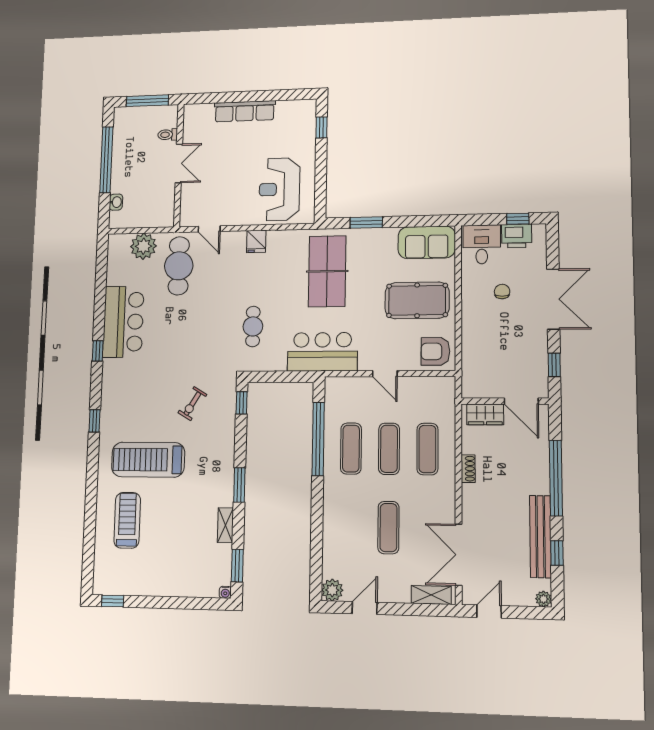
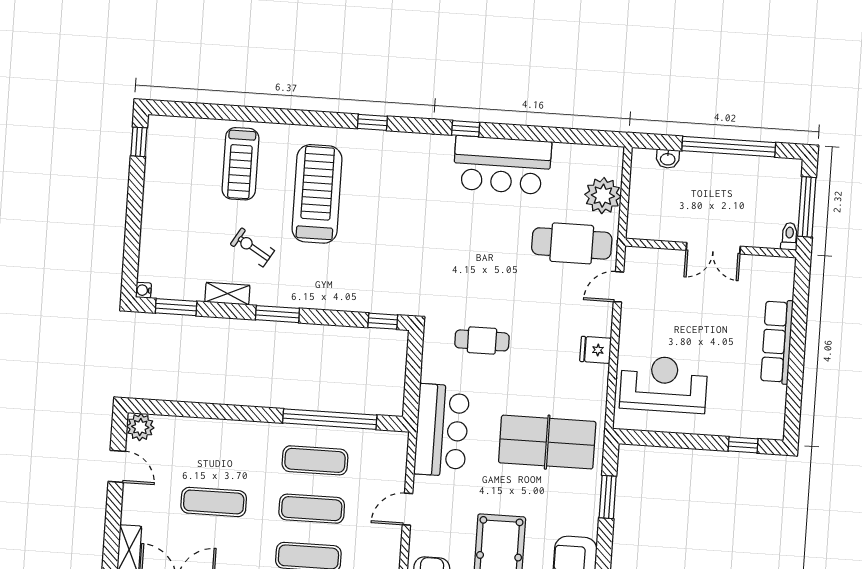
toilet: (168, 135) -> (789, 236), moved
exercise bike: (192, 404) -> (252, 247), moved
treadmill: (127, 520) -> (240, 164), turned 90

